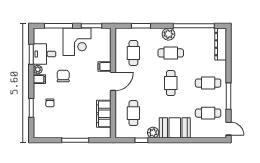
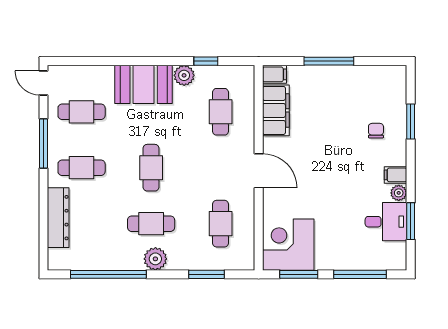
corner desk: (77, 42) -> (288, 245), moved
dresser: (221, 44) -> (58, 218), moved
filing cabinet: (104, 67) -> (275, 74), moved
chair: (63, 76) -> (351, 181), removed
door: (113, 81) -> (259, 171), swing flipped

